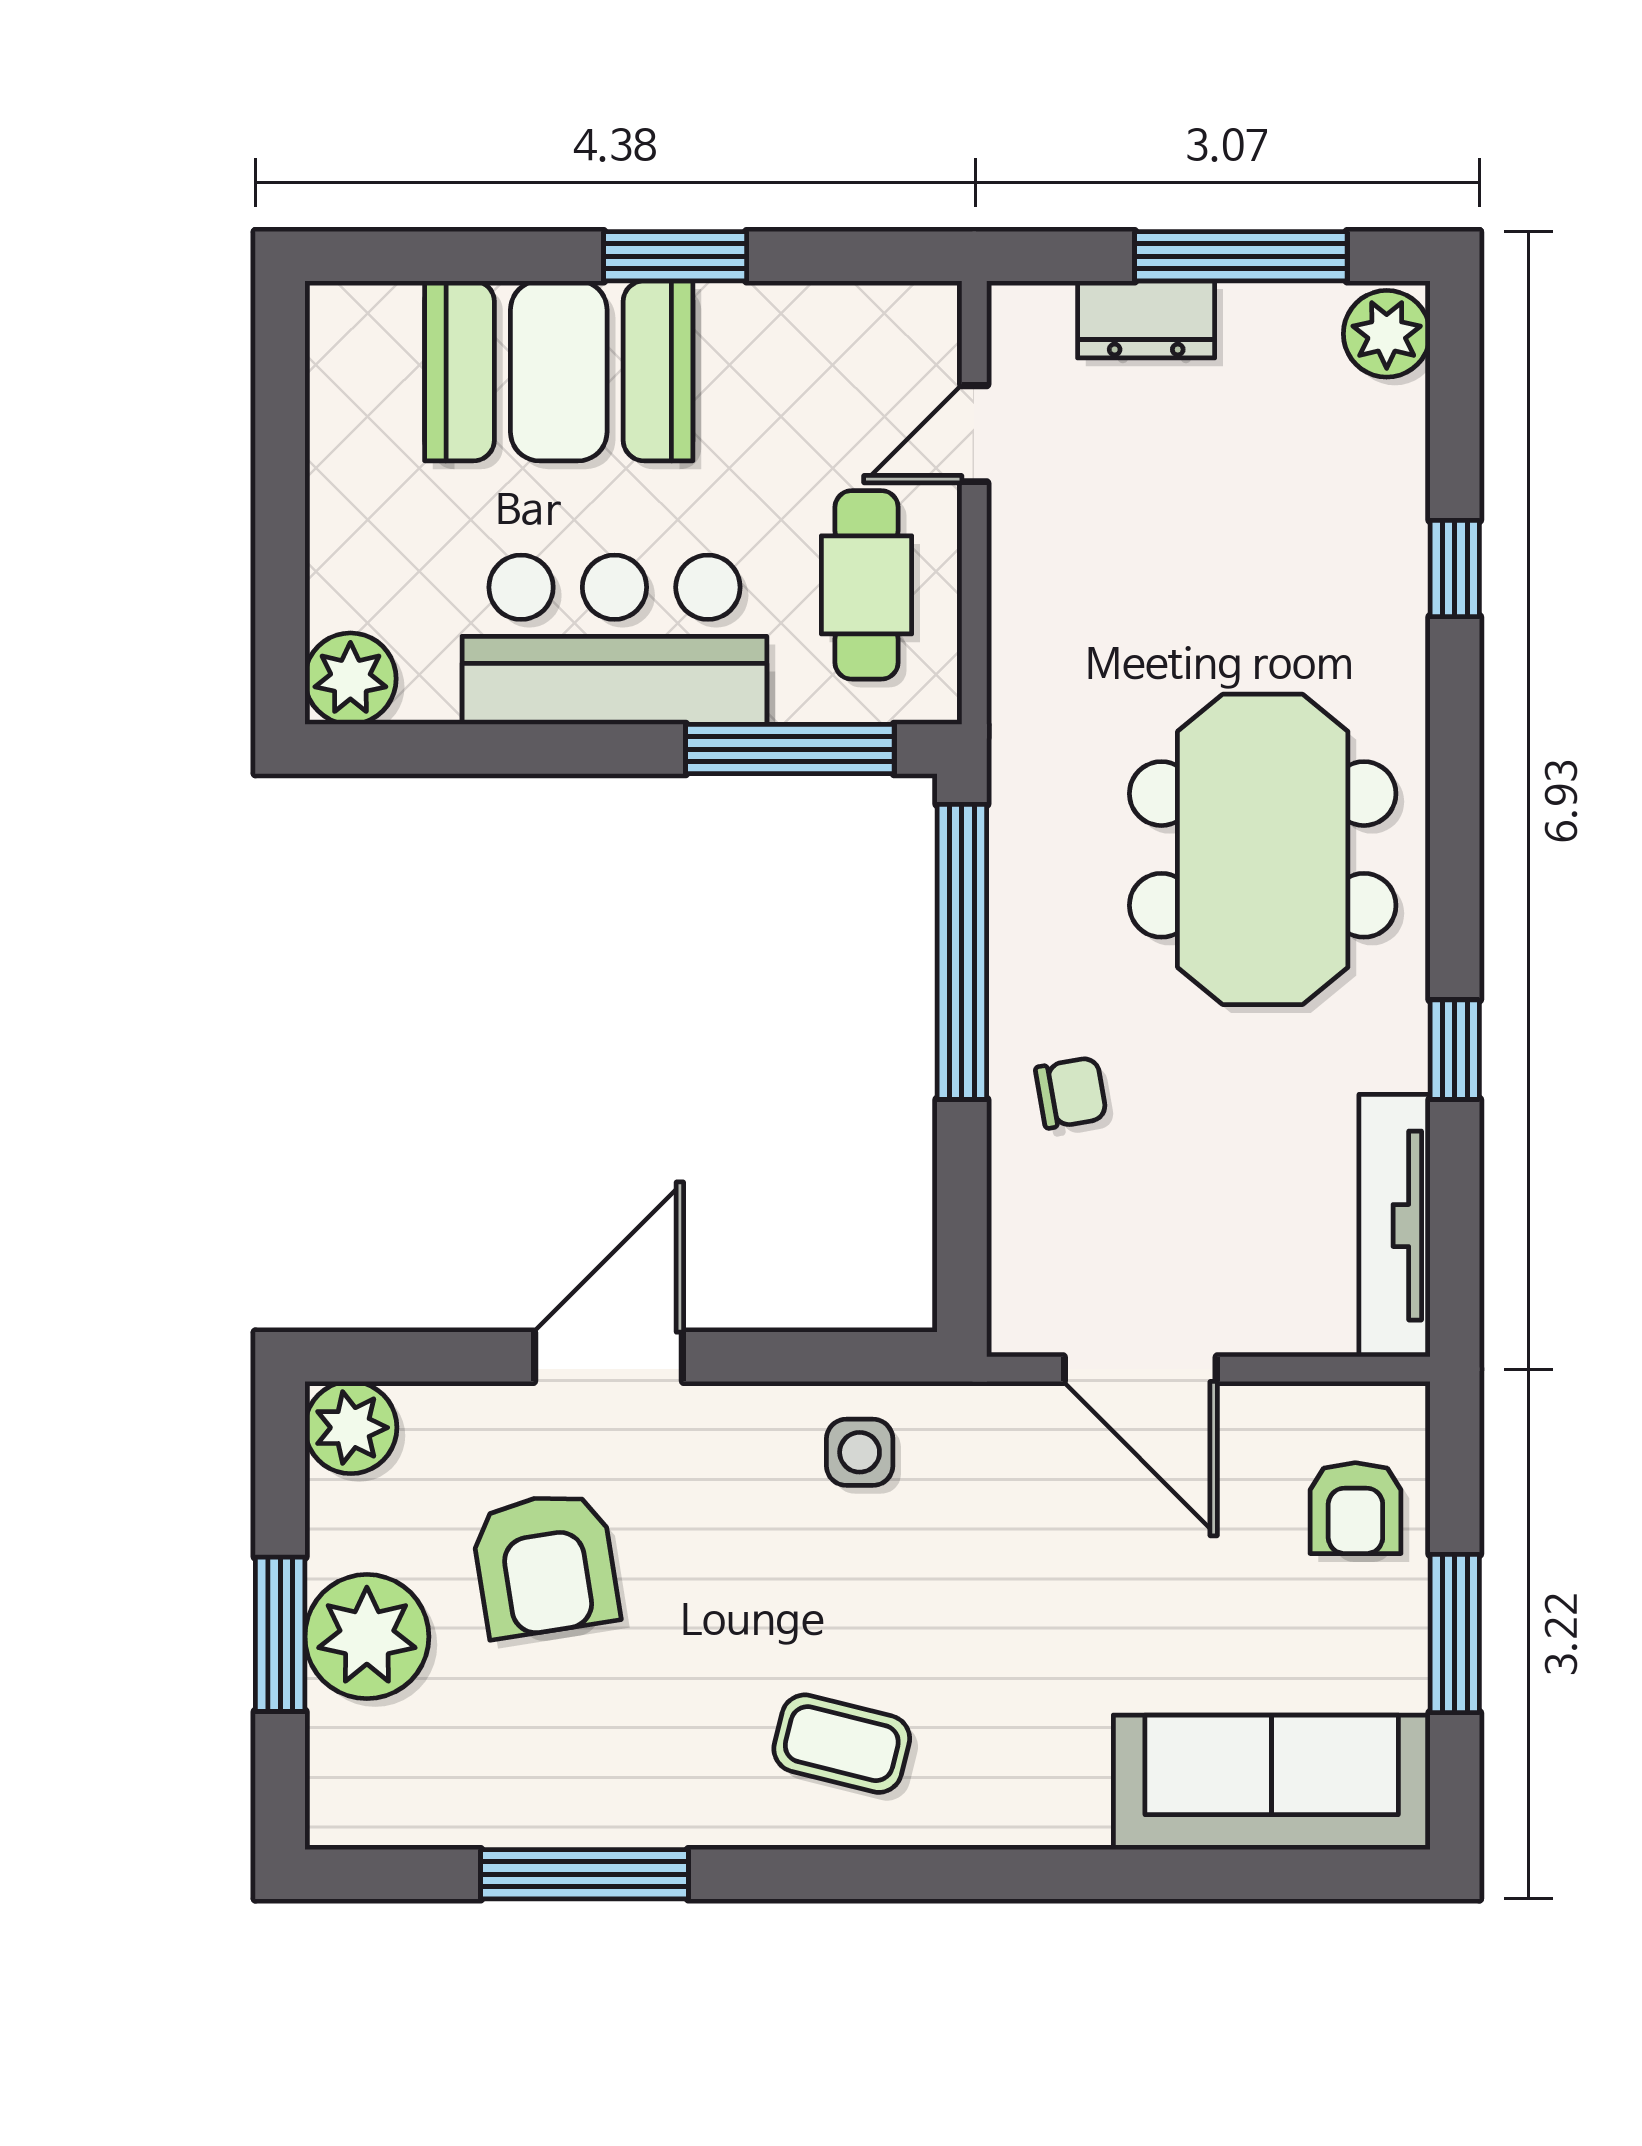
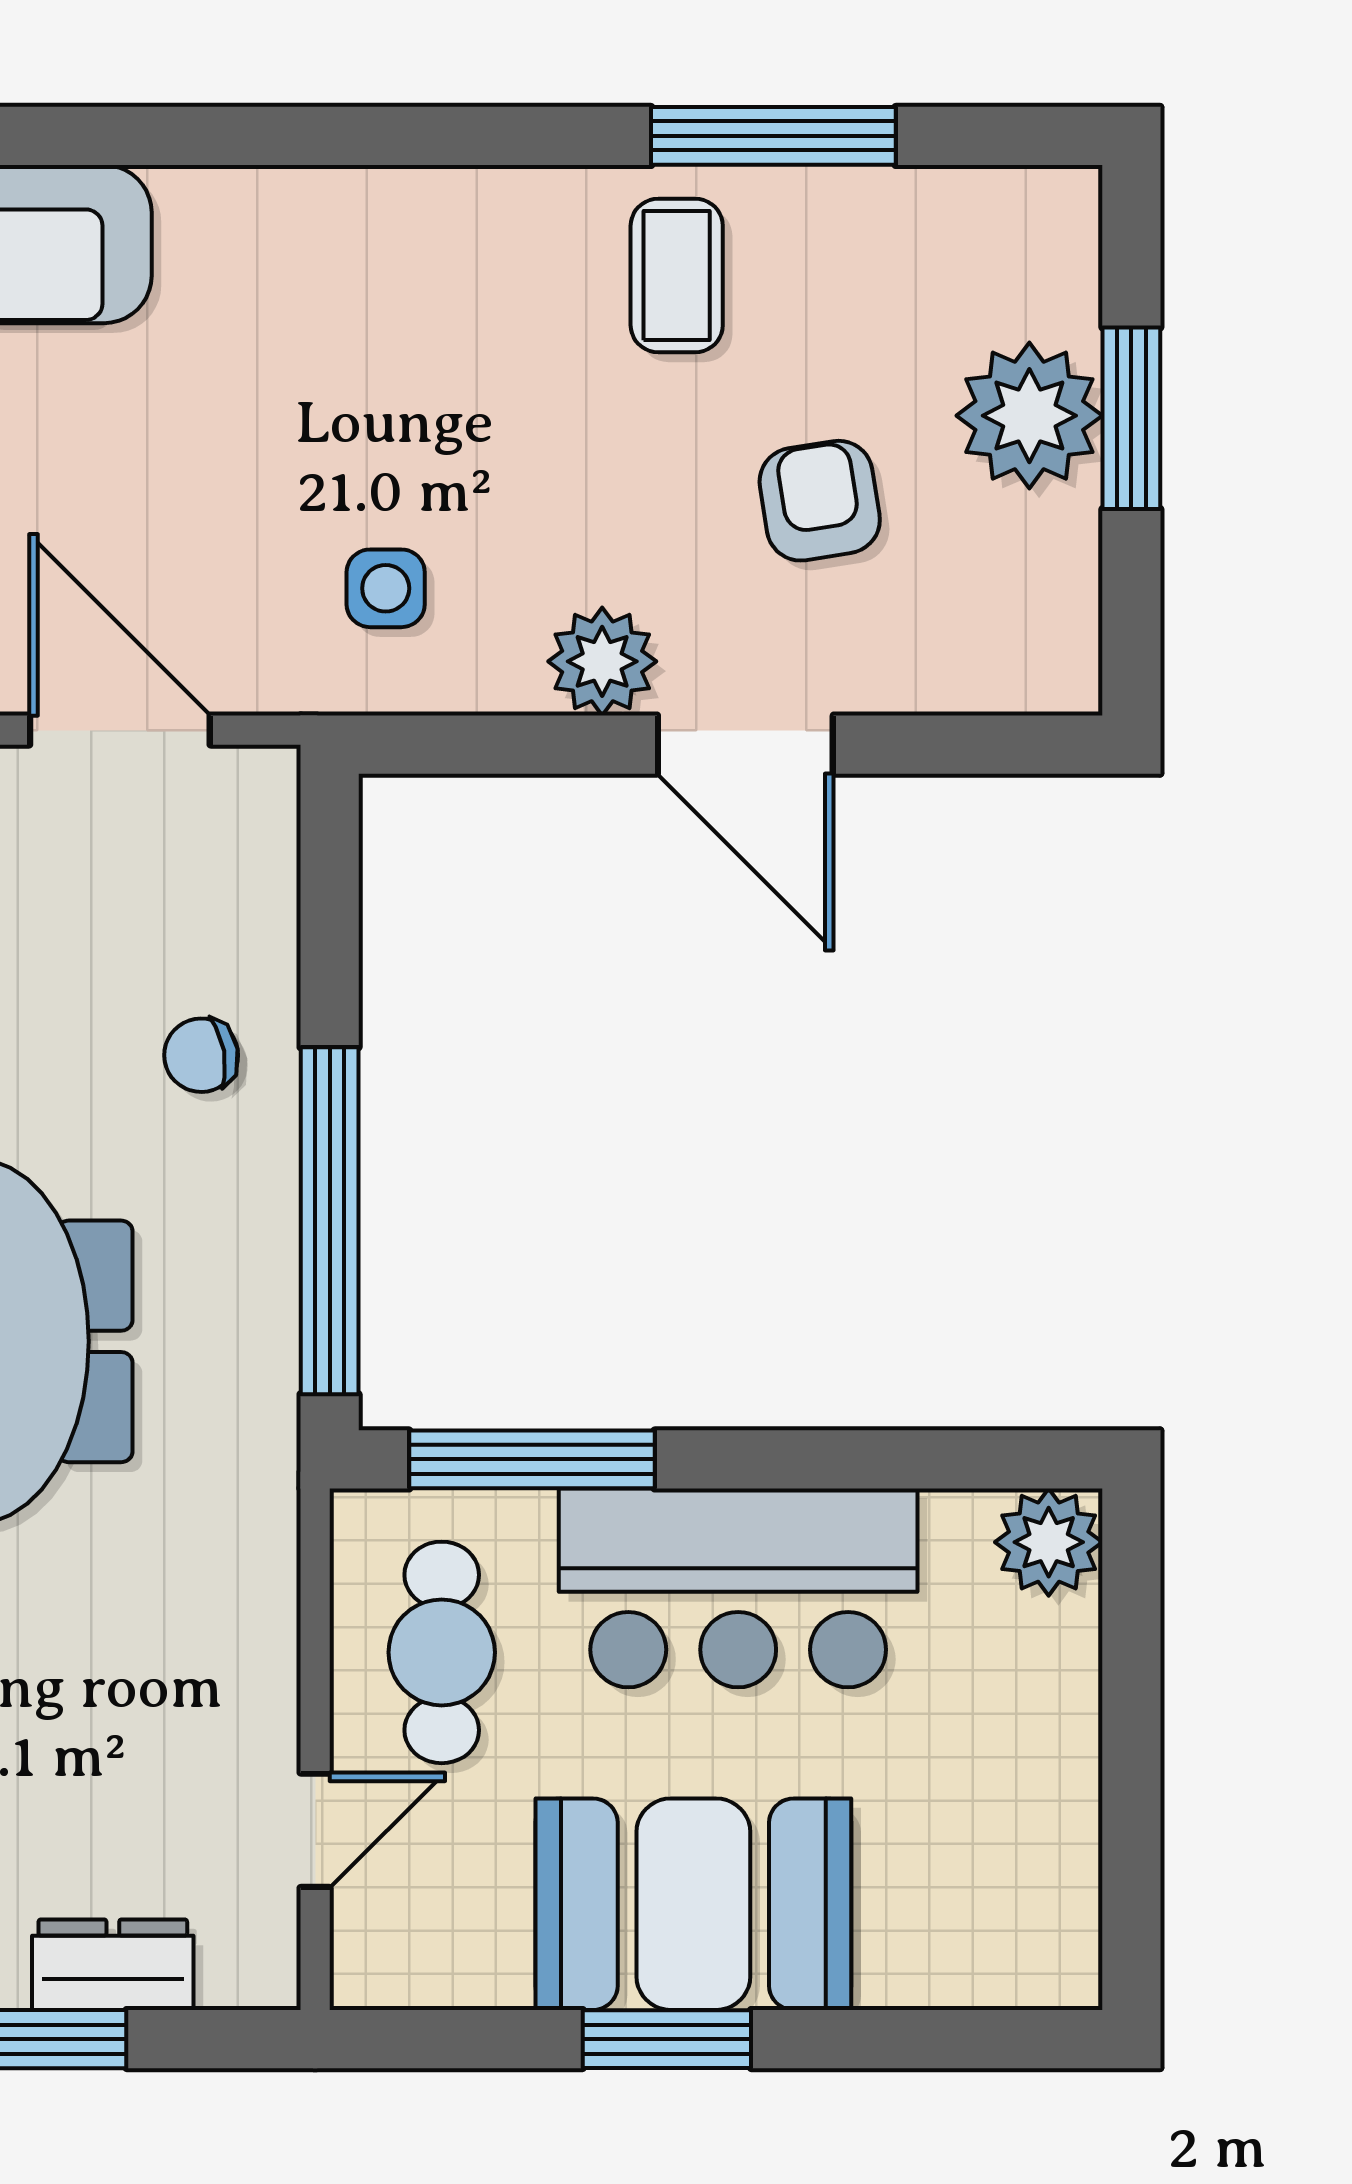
booth: (559, 371) -> (693, 1904), moved
door: (608, 1357) -> (745, 745), hinge flipped
plant: (351, 1428) -> (602, 661), moved
side table: (860, 1452) -> (386, 588), moved
armchair: (545, 1564) -> (820, 501), width x0.72, depth x0.72
coffee table: (842, 1744) -> (677, 275), moved, turned 76

